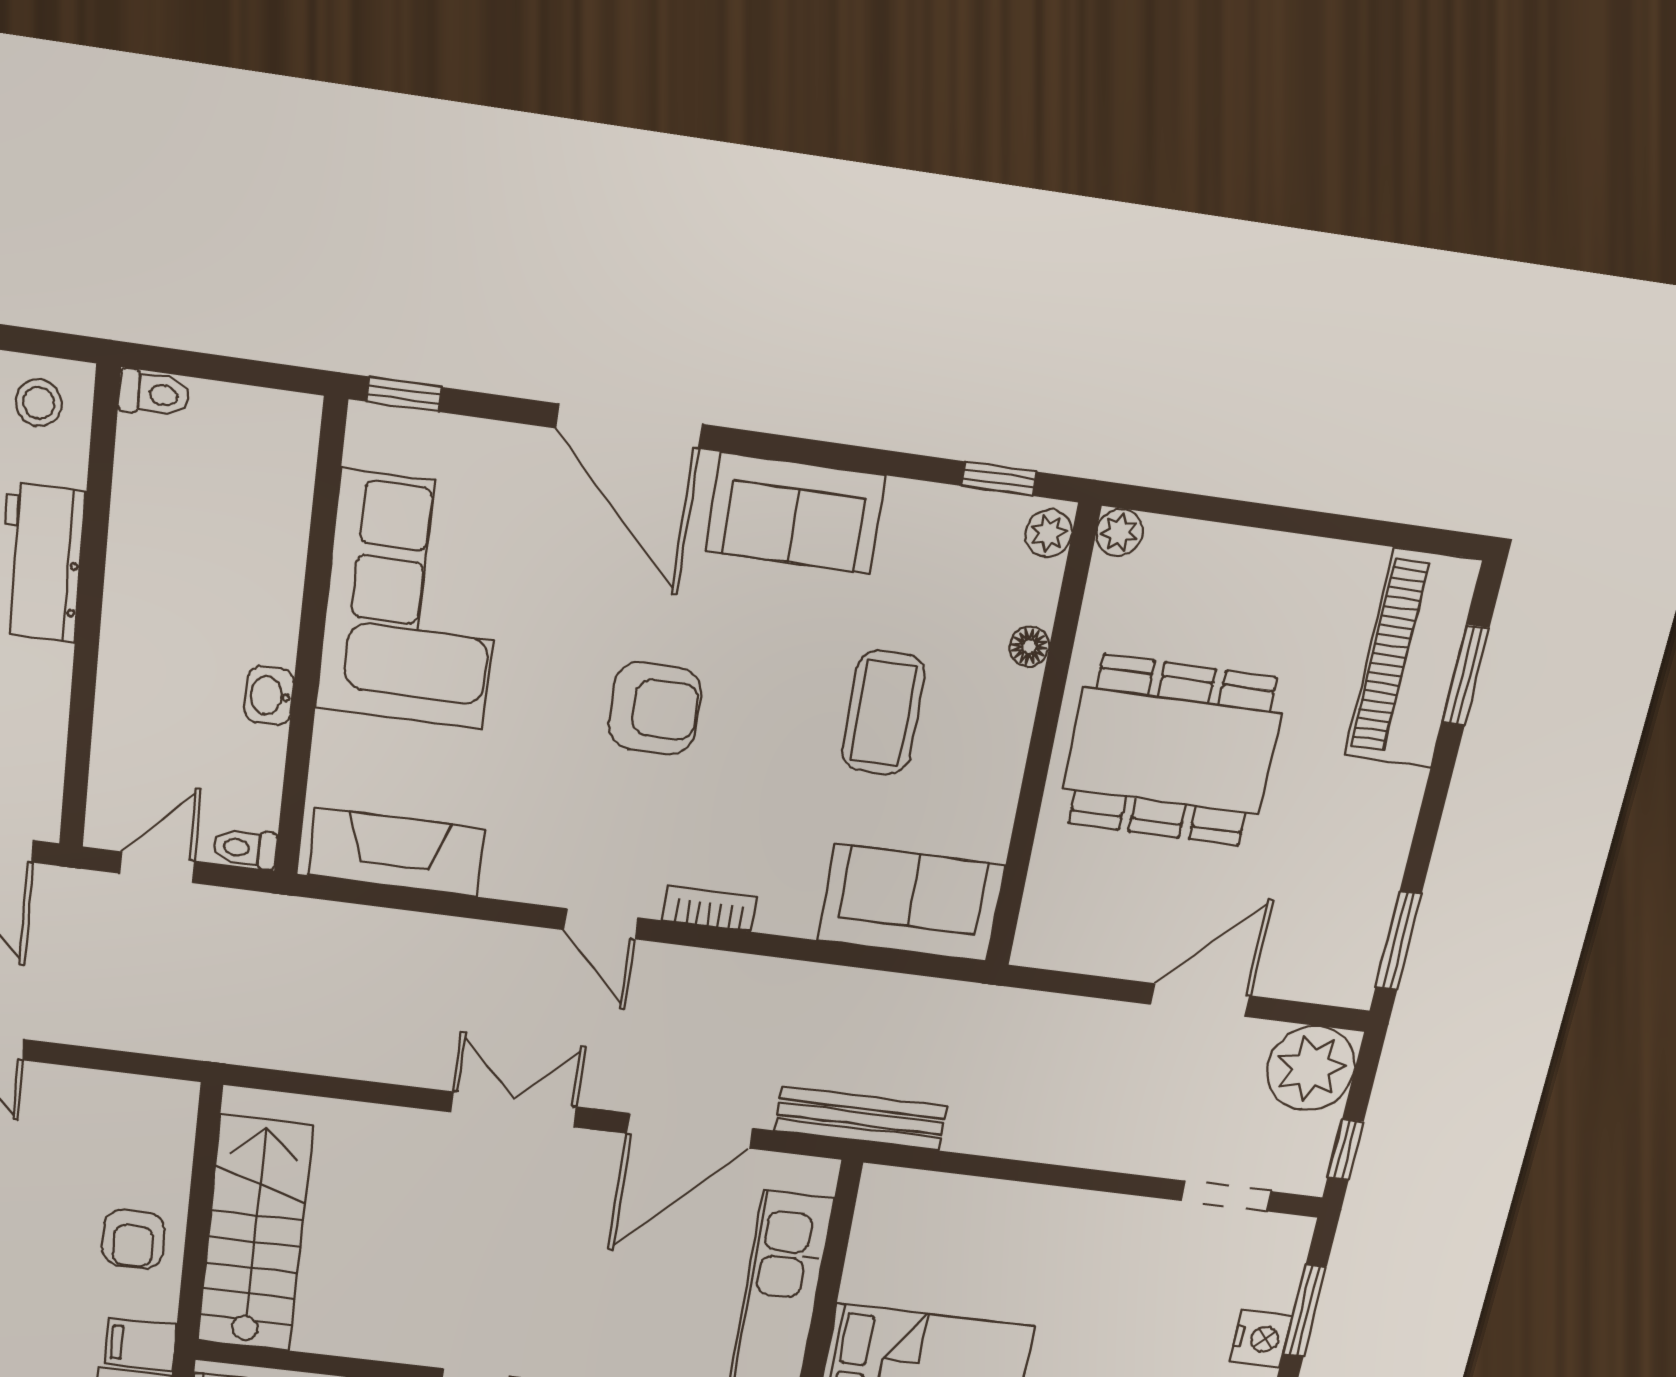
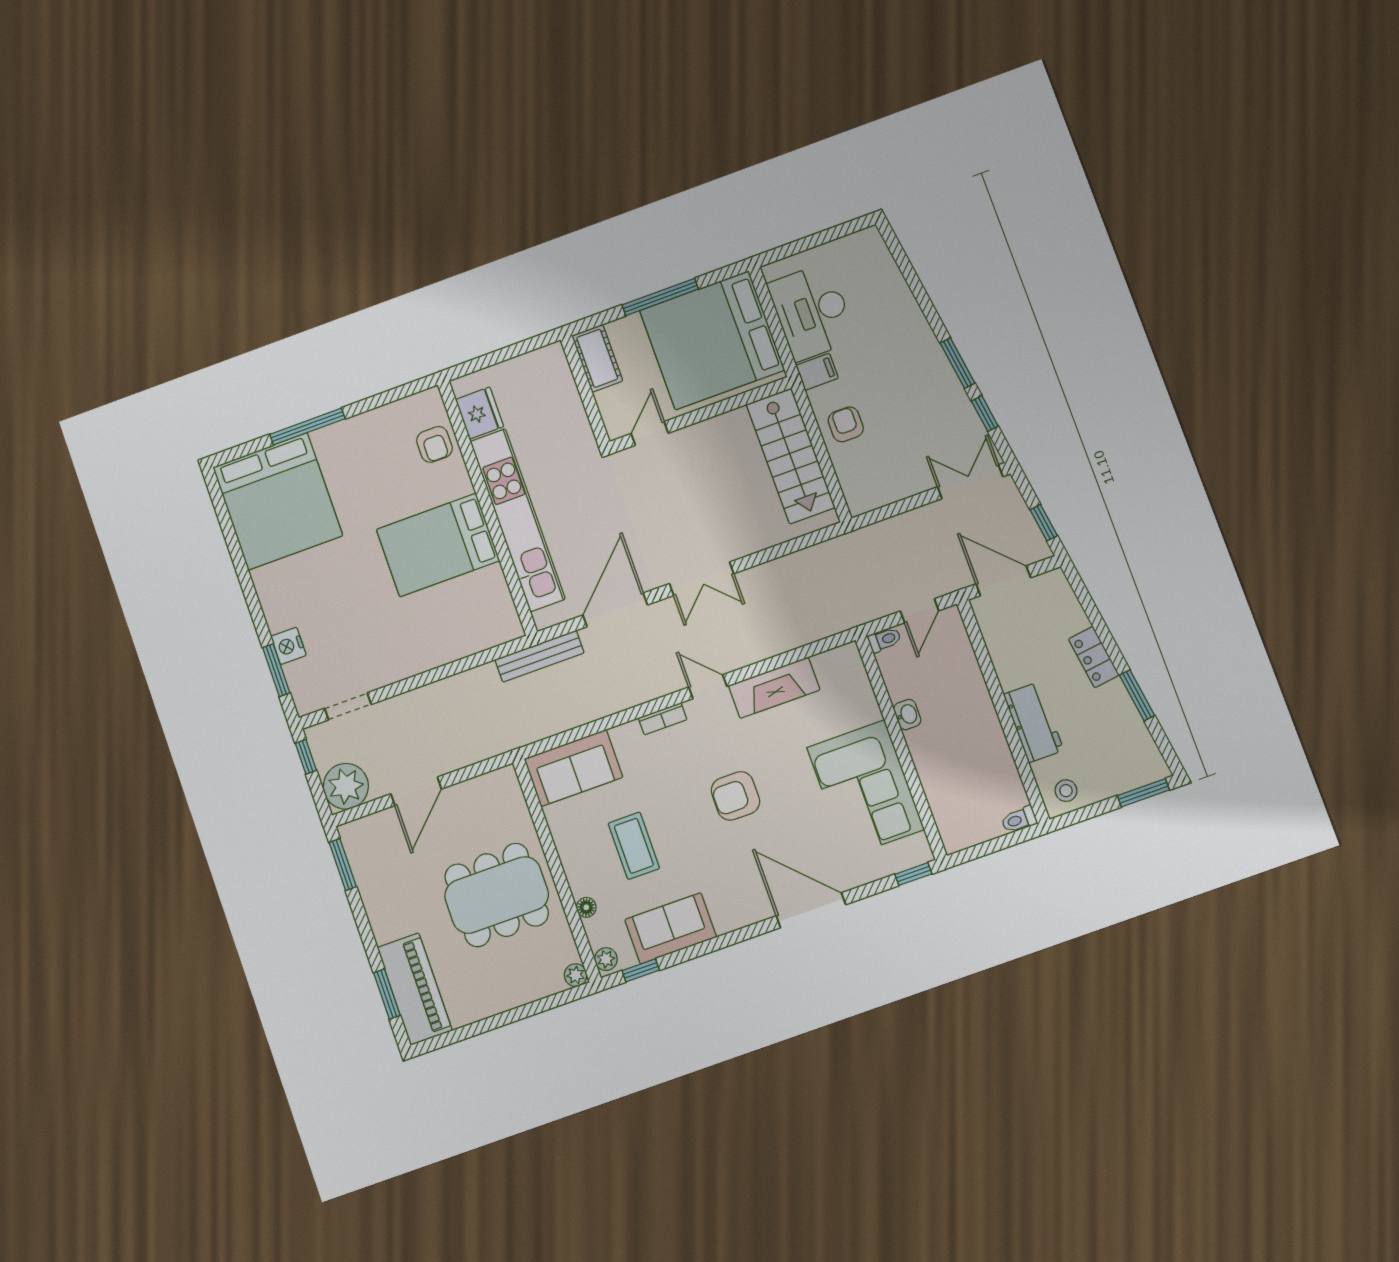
sofa: (796, 513) -> (671, 928), moved
fireplace: (396, 852) -> (774, 688), moved

